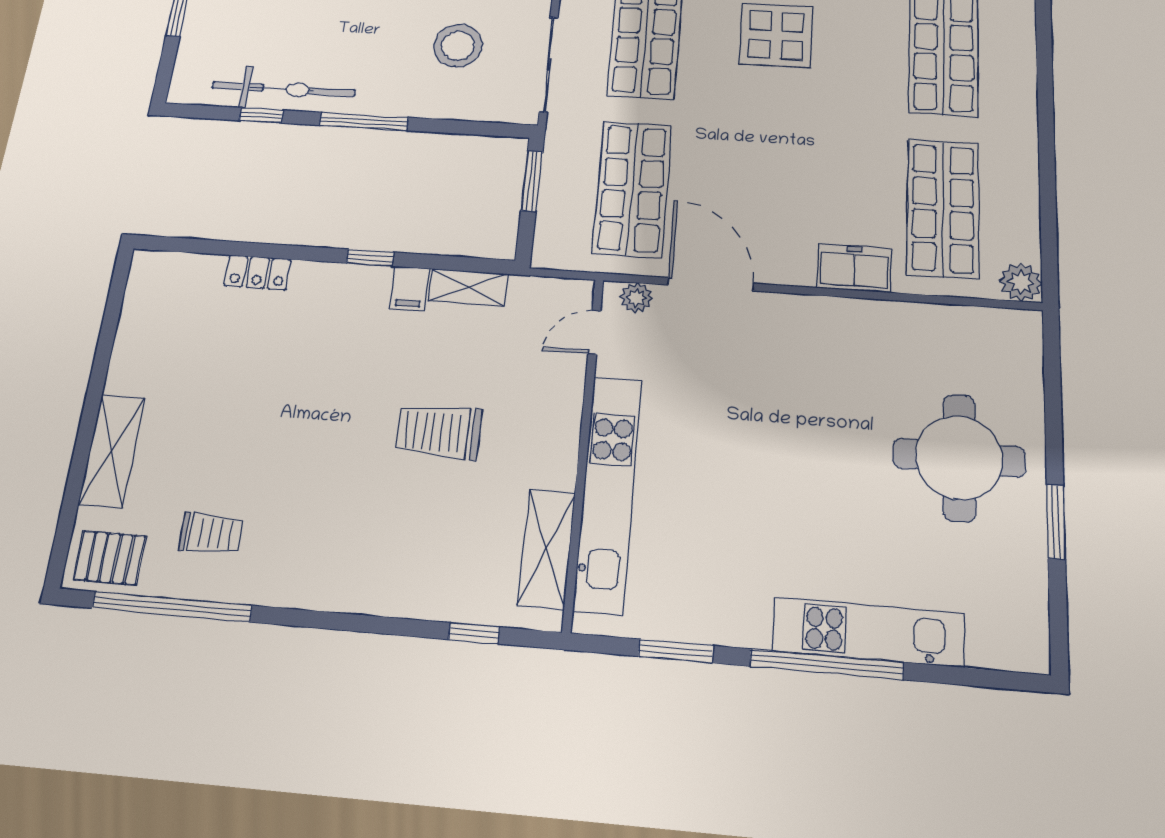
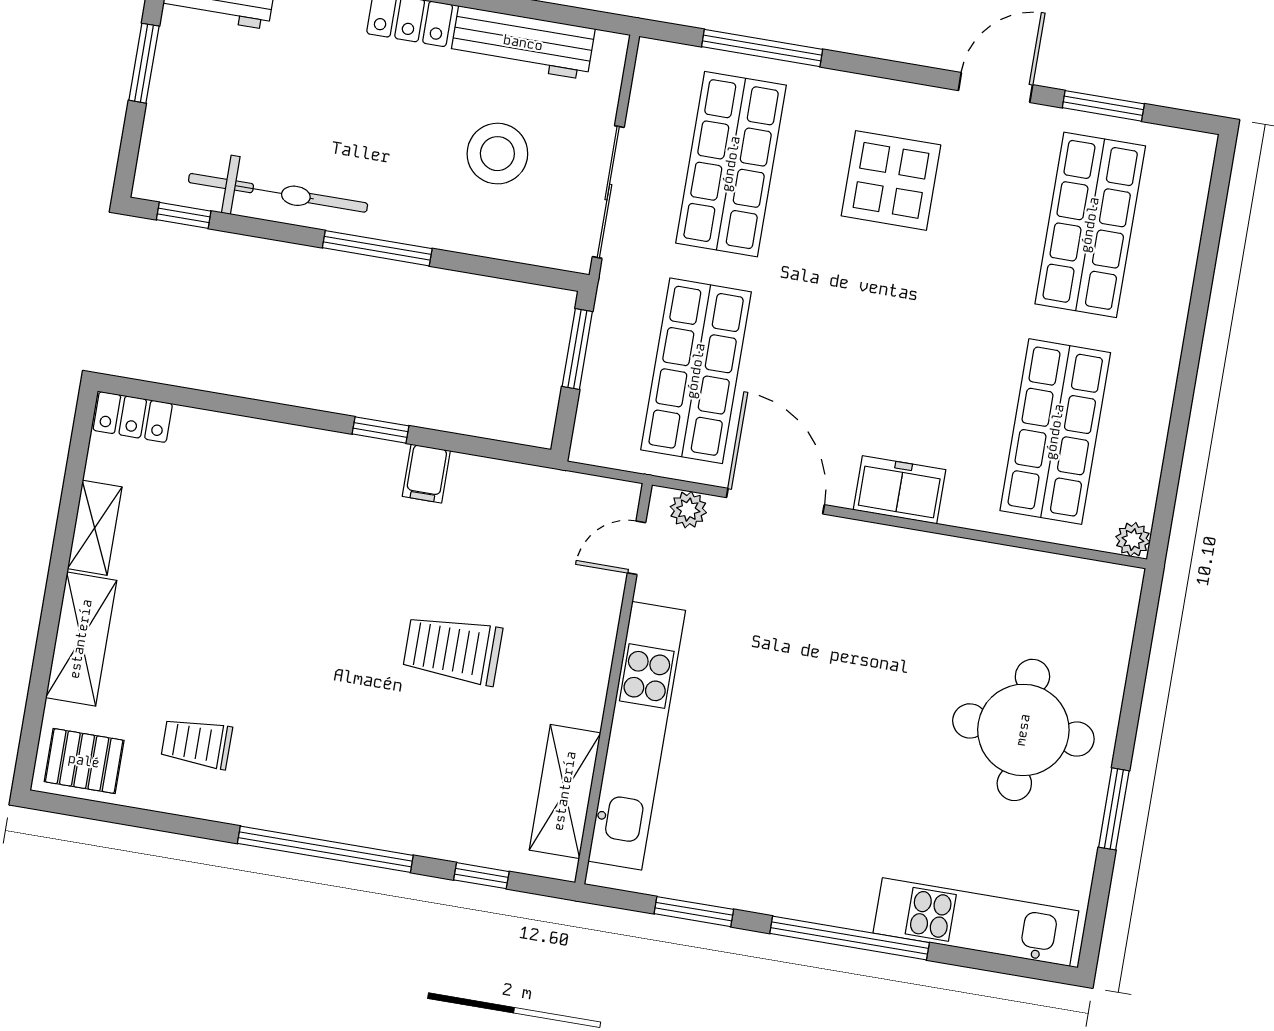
window: (261, 115) -> (184, 215), moved
freezer: (854, 268) -> (900, 490), moved
locker: (258, 273) -> (133, 417), moved
plant: (1021, 282) -> (1133, 540), width x0.73, depth x0.73
shelving: (468, 287) -> (95, 528), moved, turned 90
trolley: (211, 533) -> (197, 743), turned 180
window: (172, 607) -> (325, 849), moved
kitchen unit: (868, 632) -> (976, 922), moved

